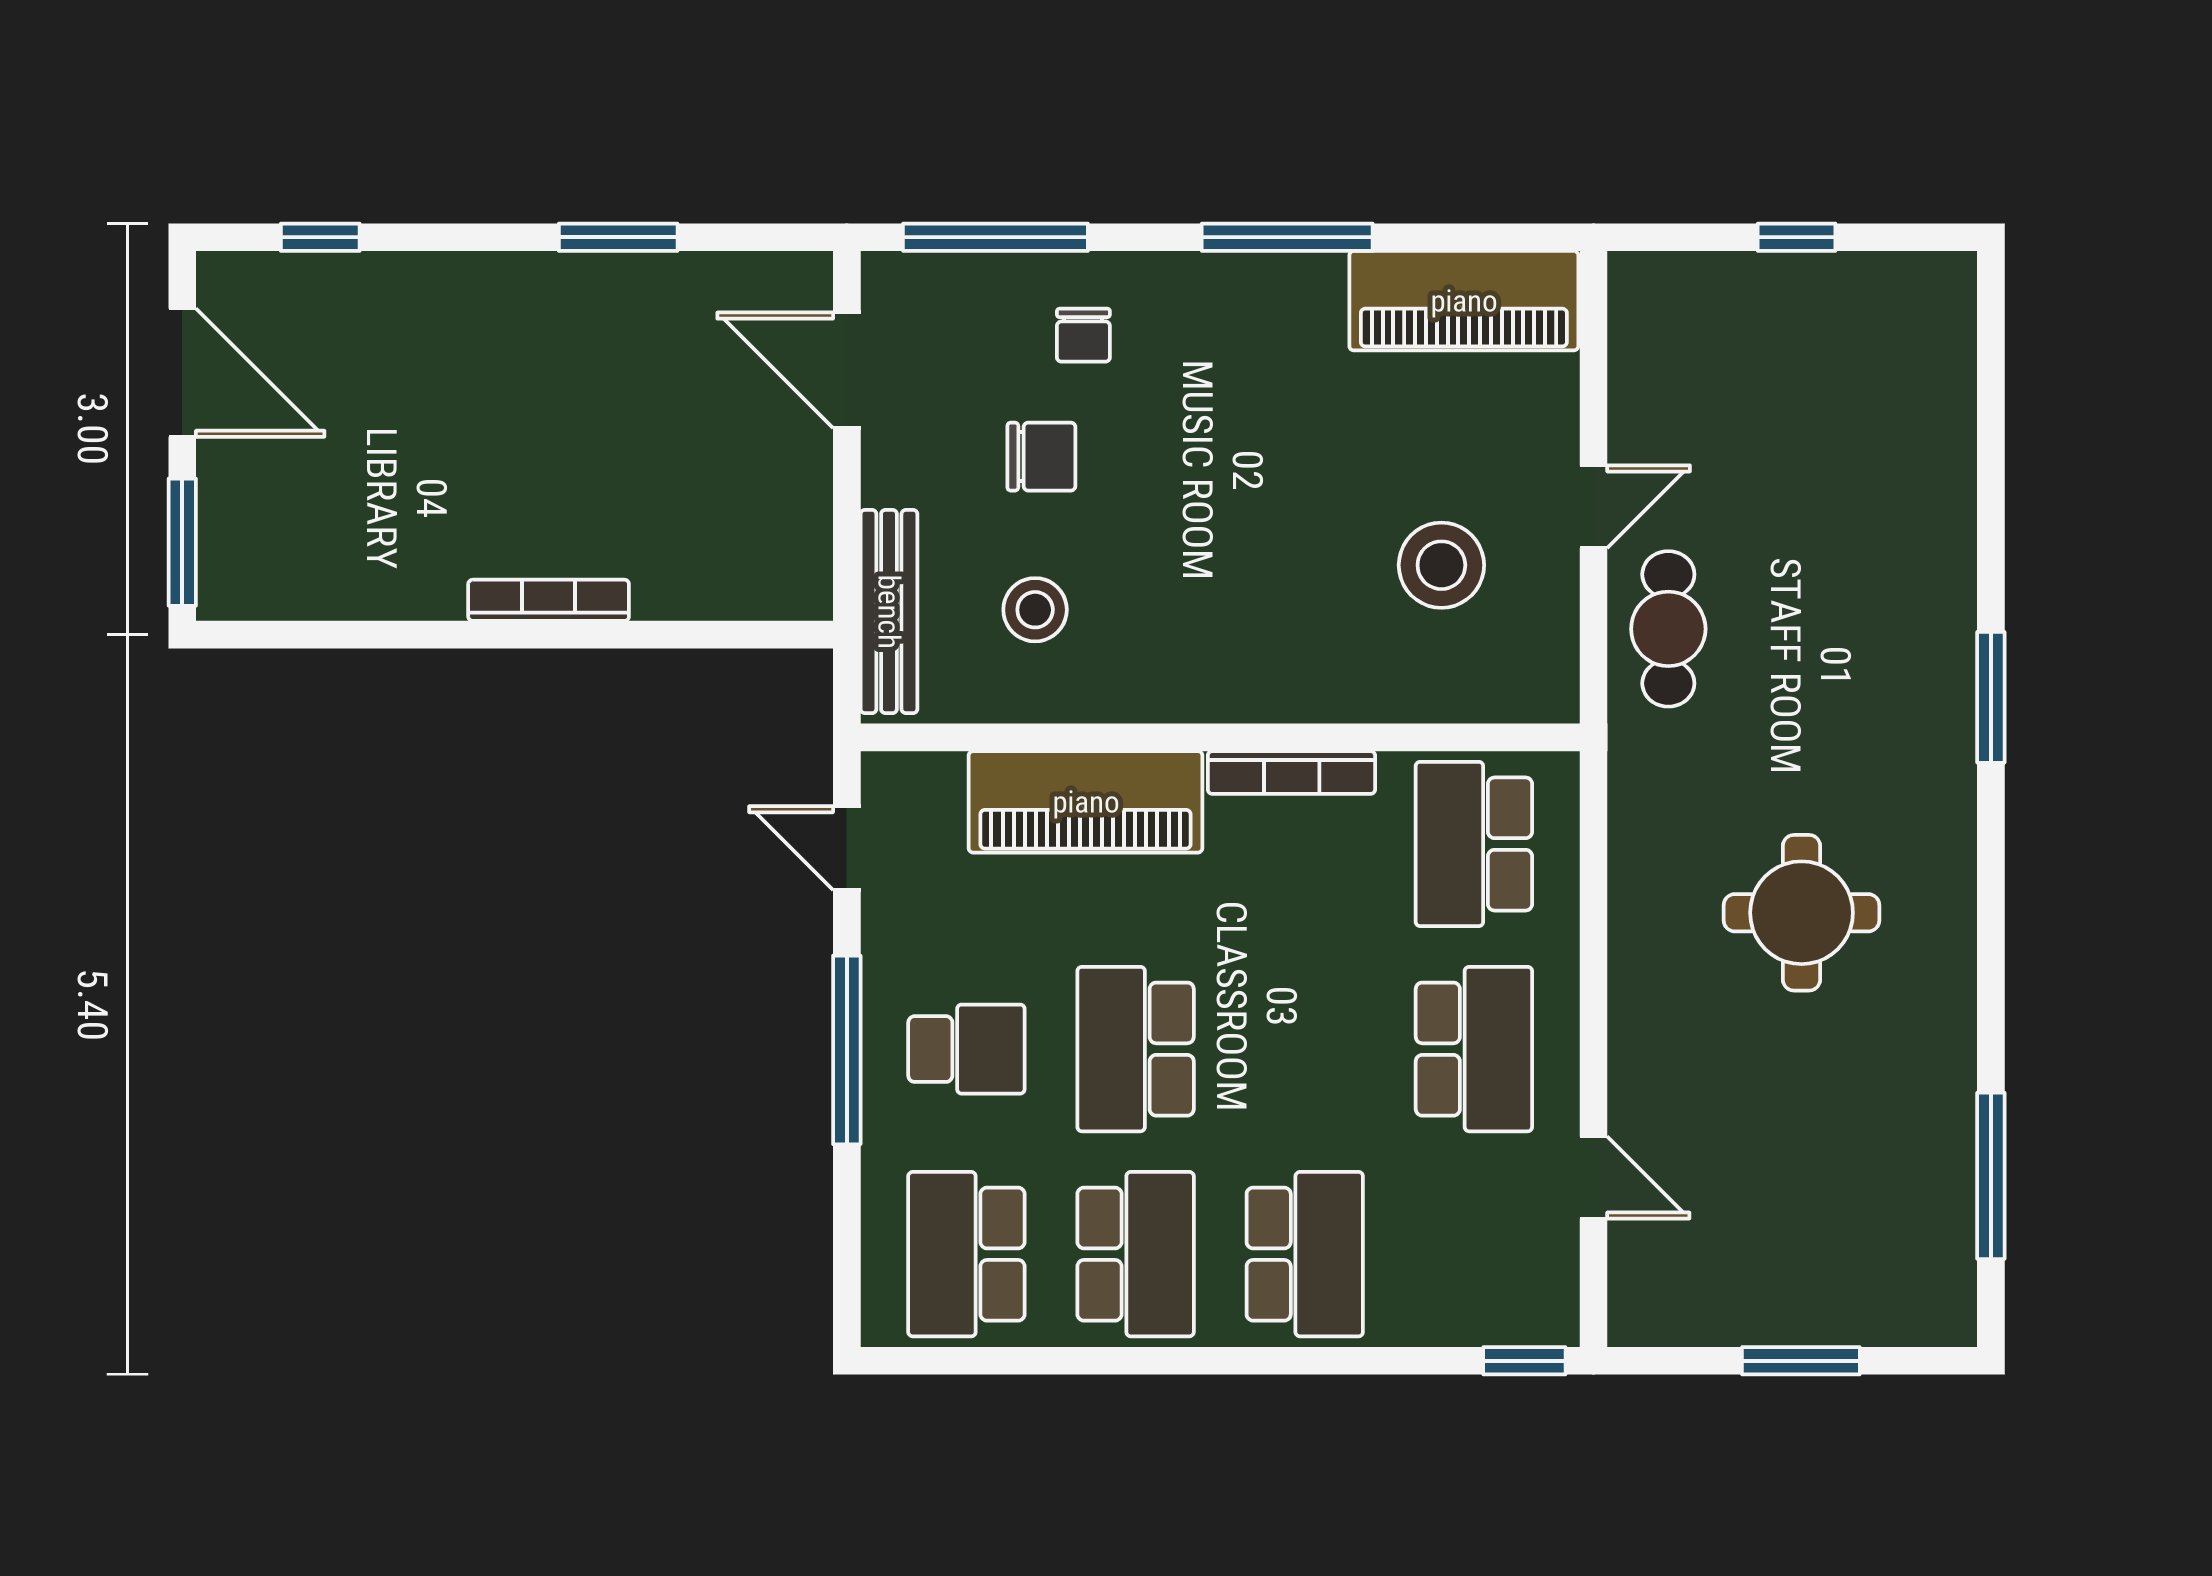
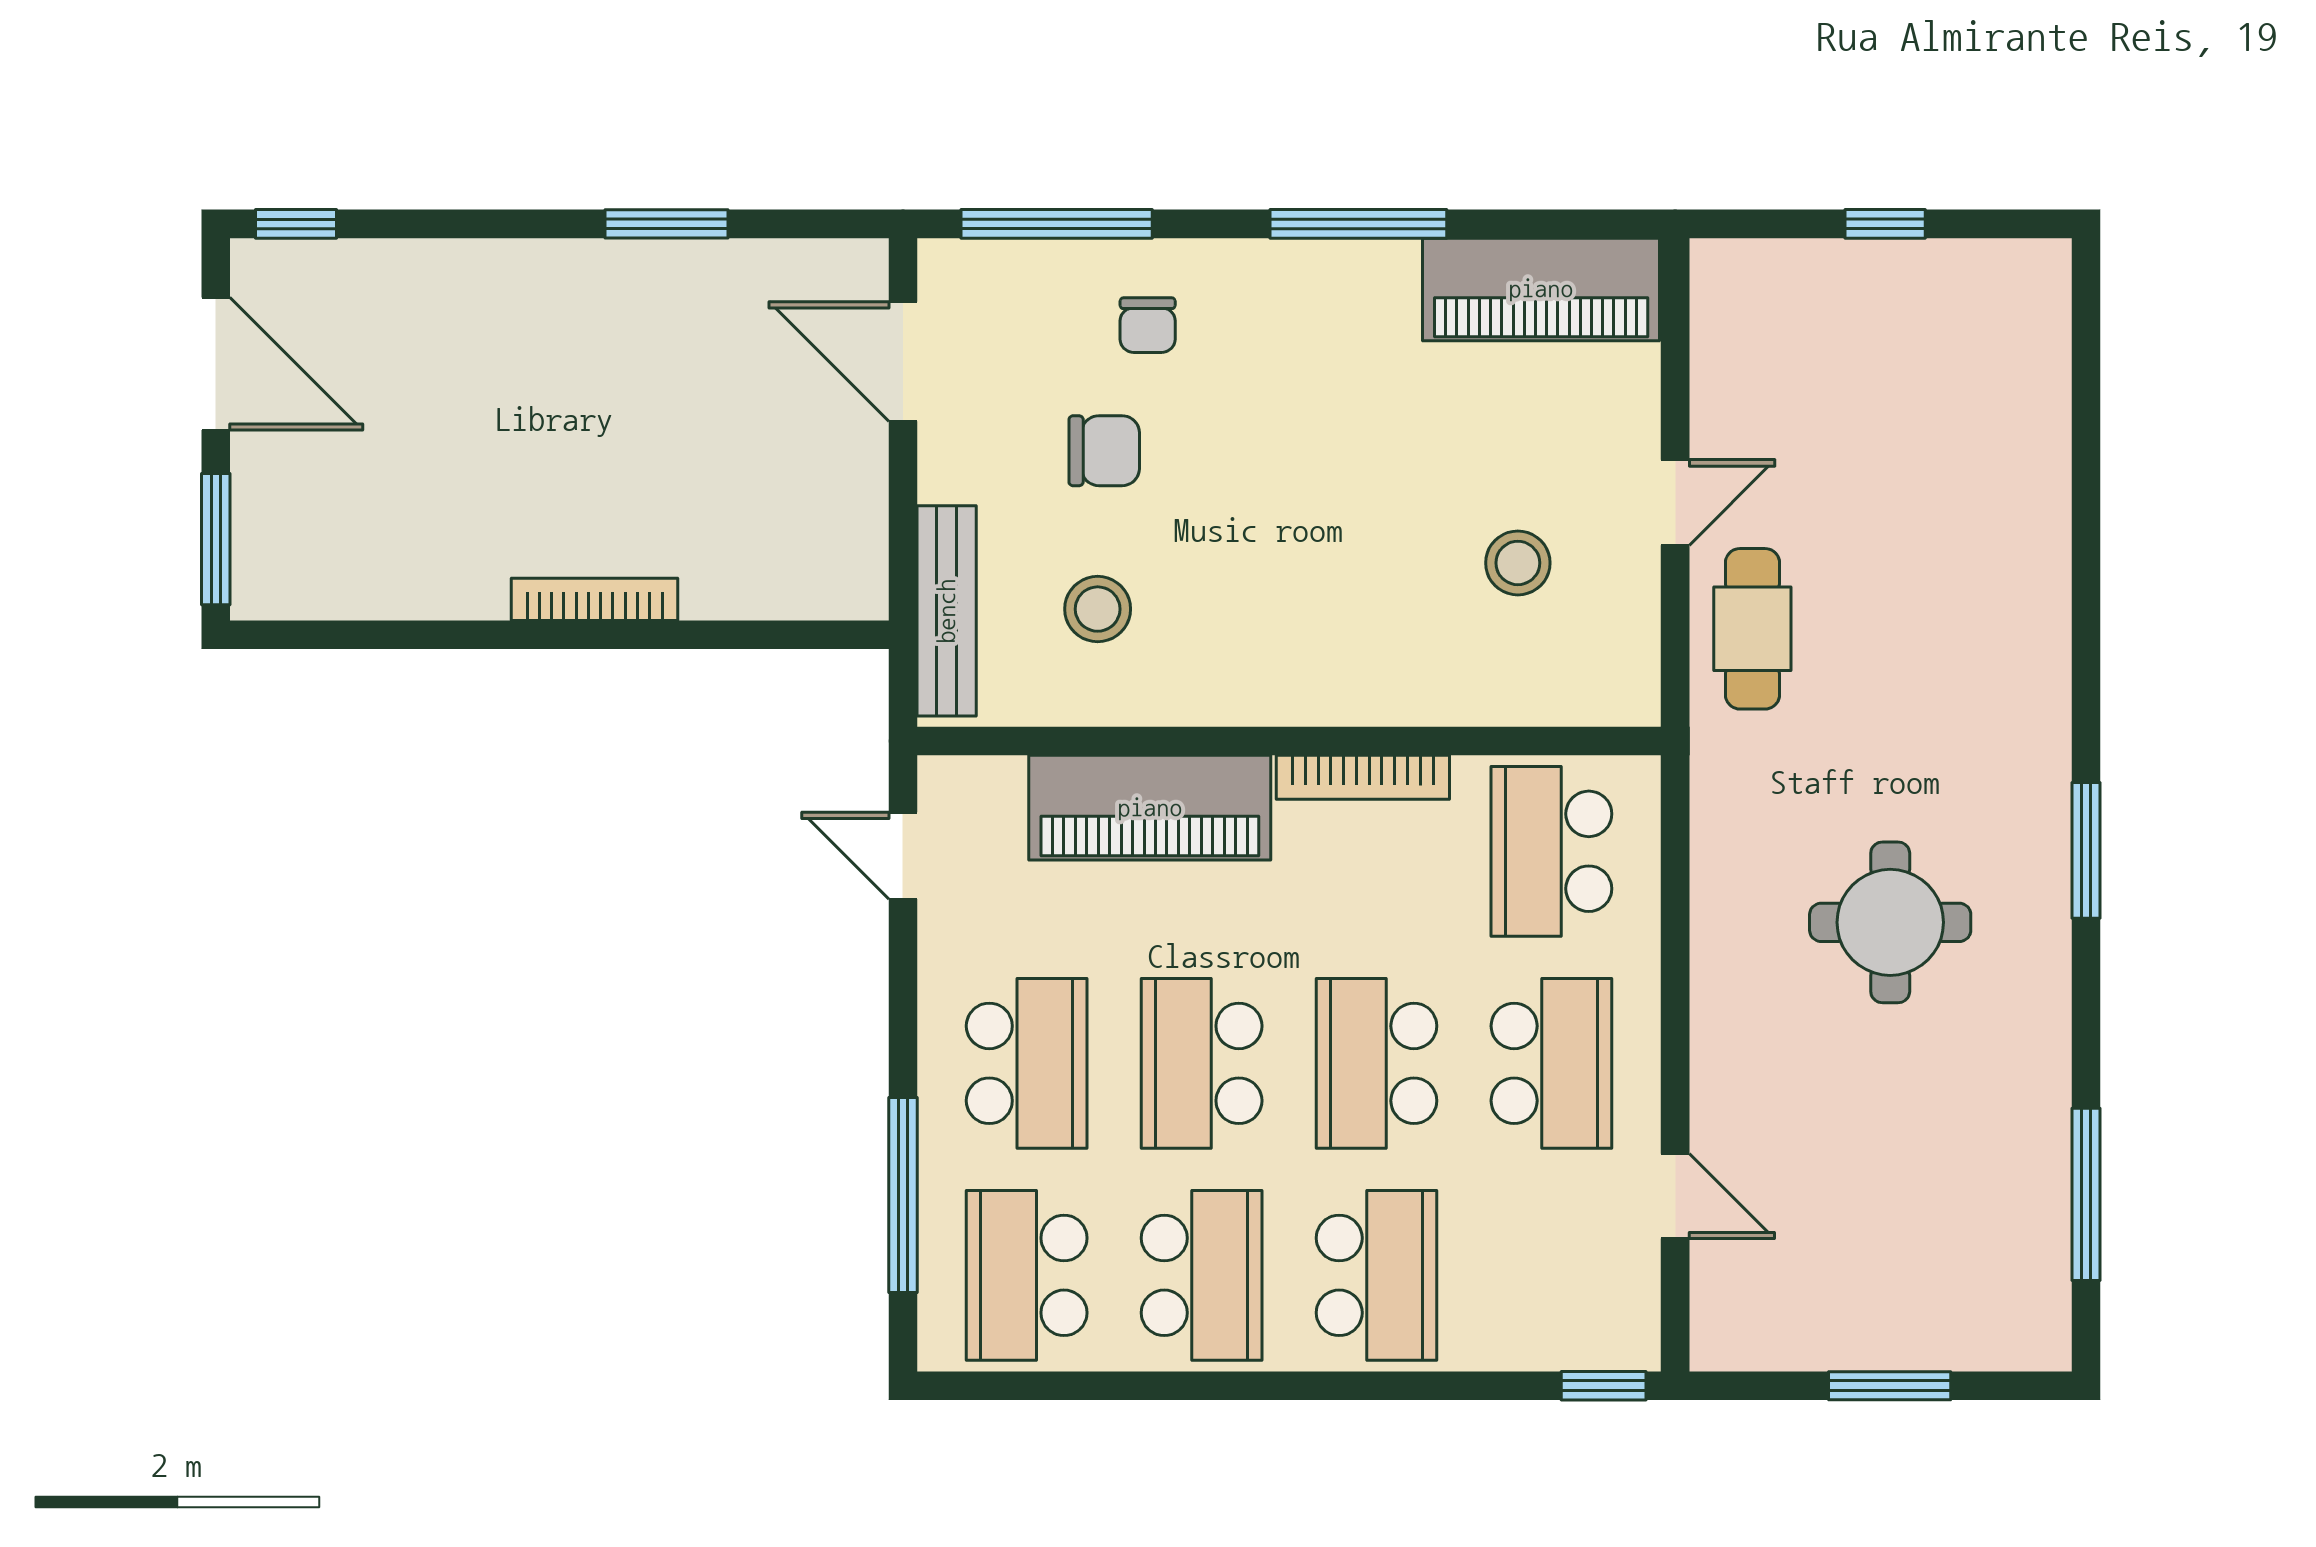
window: (320, 237) -> (296, 224), moved
stool: (1441, 565) -> (1518, 563), width x0.73, depth x0.73
window: (1991, 697) -> (2086, 850), moved
school desk: (966, 1049) -> (1027, 1063), width x1.85
school desk: (1305, 1049) -> (1377, 1063), added
window: (847, 1050) -> (903, 1195), moved

